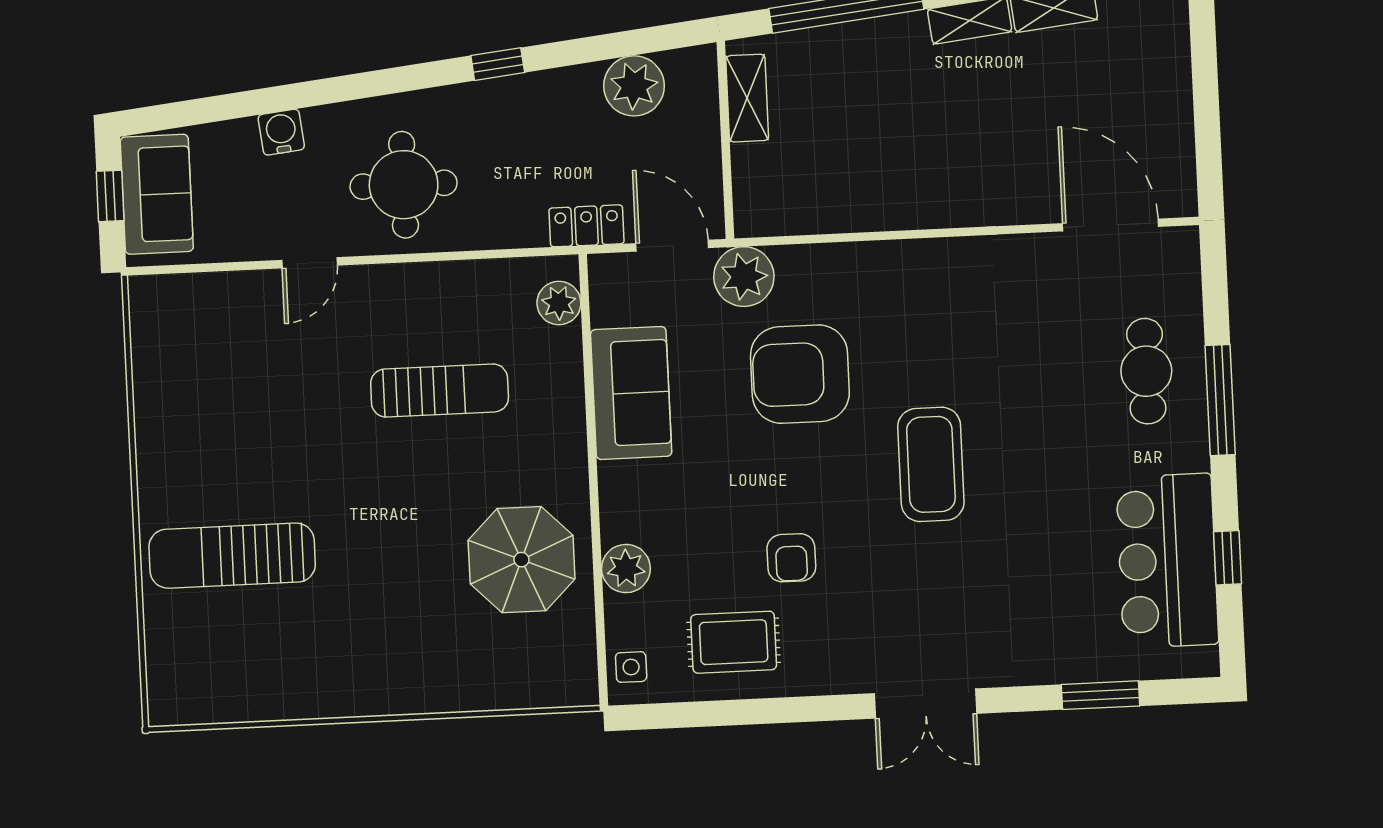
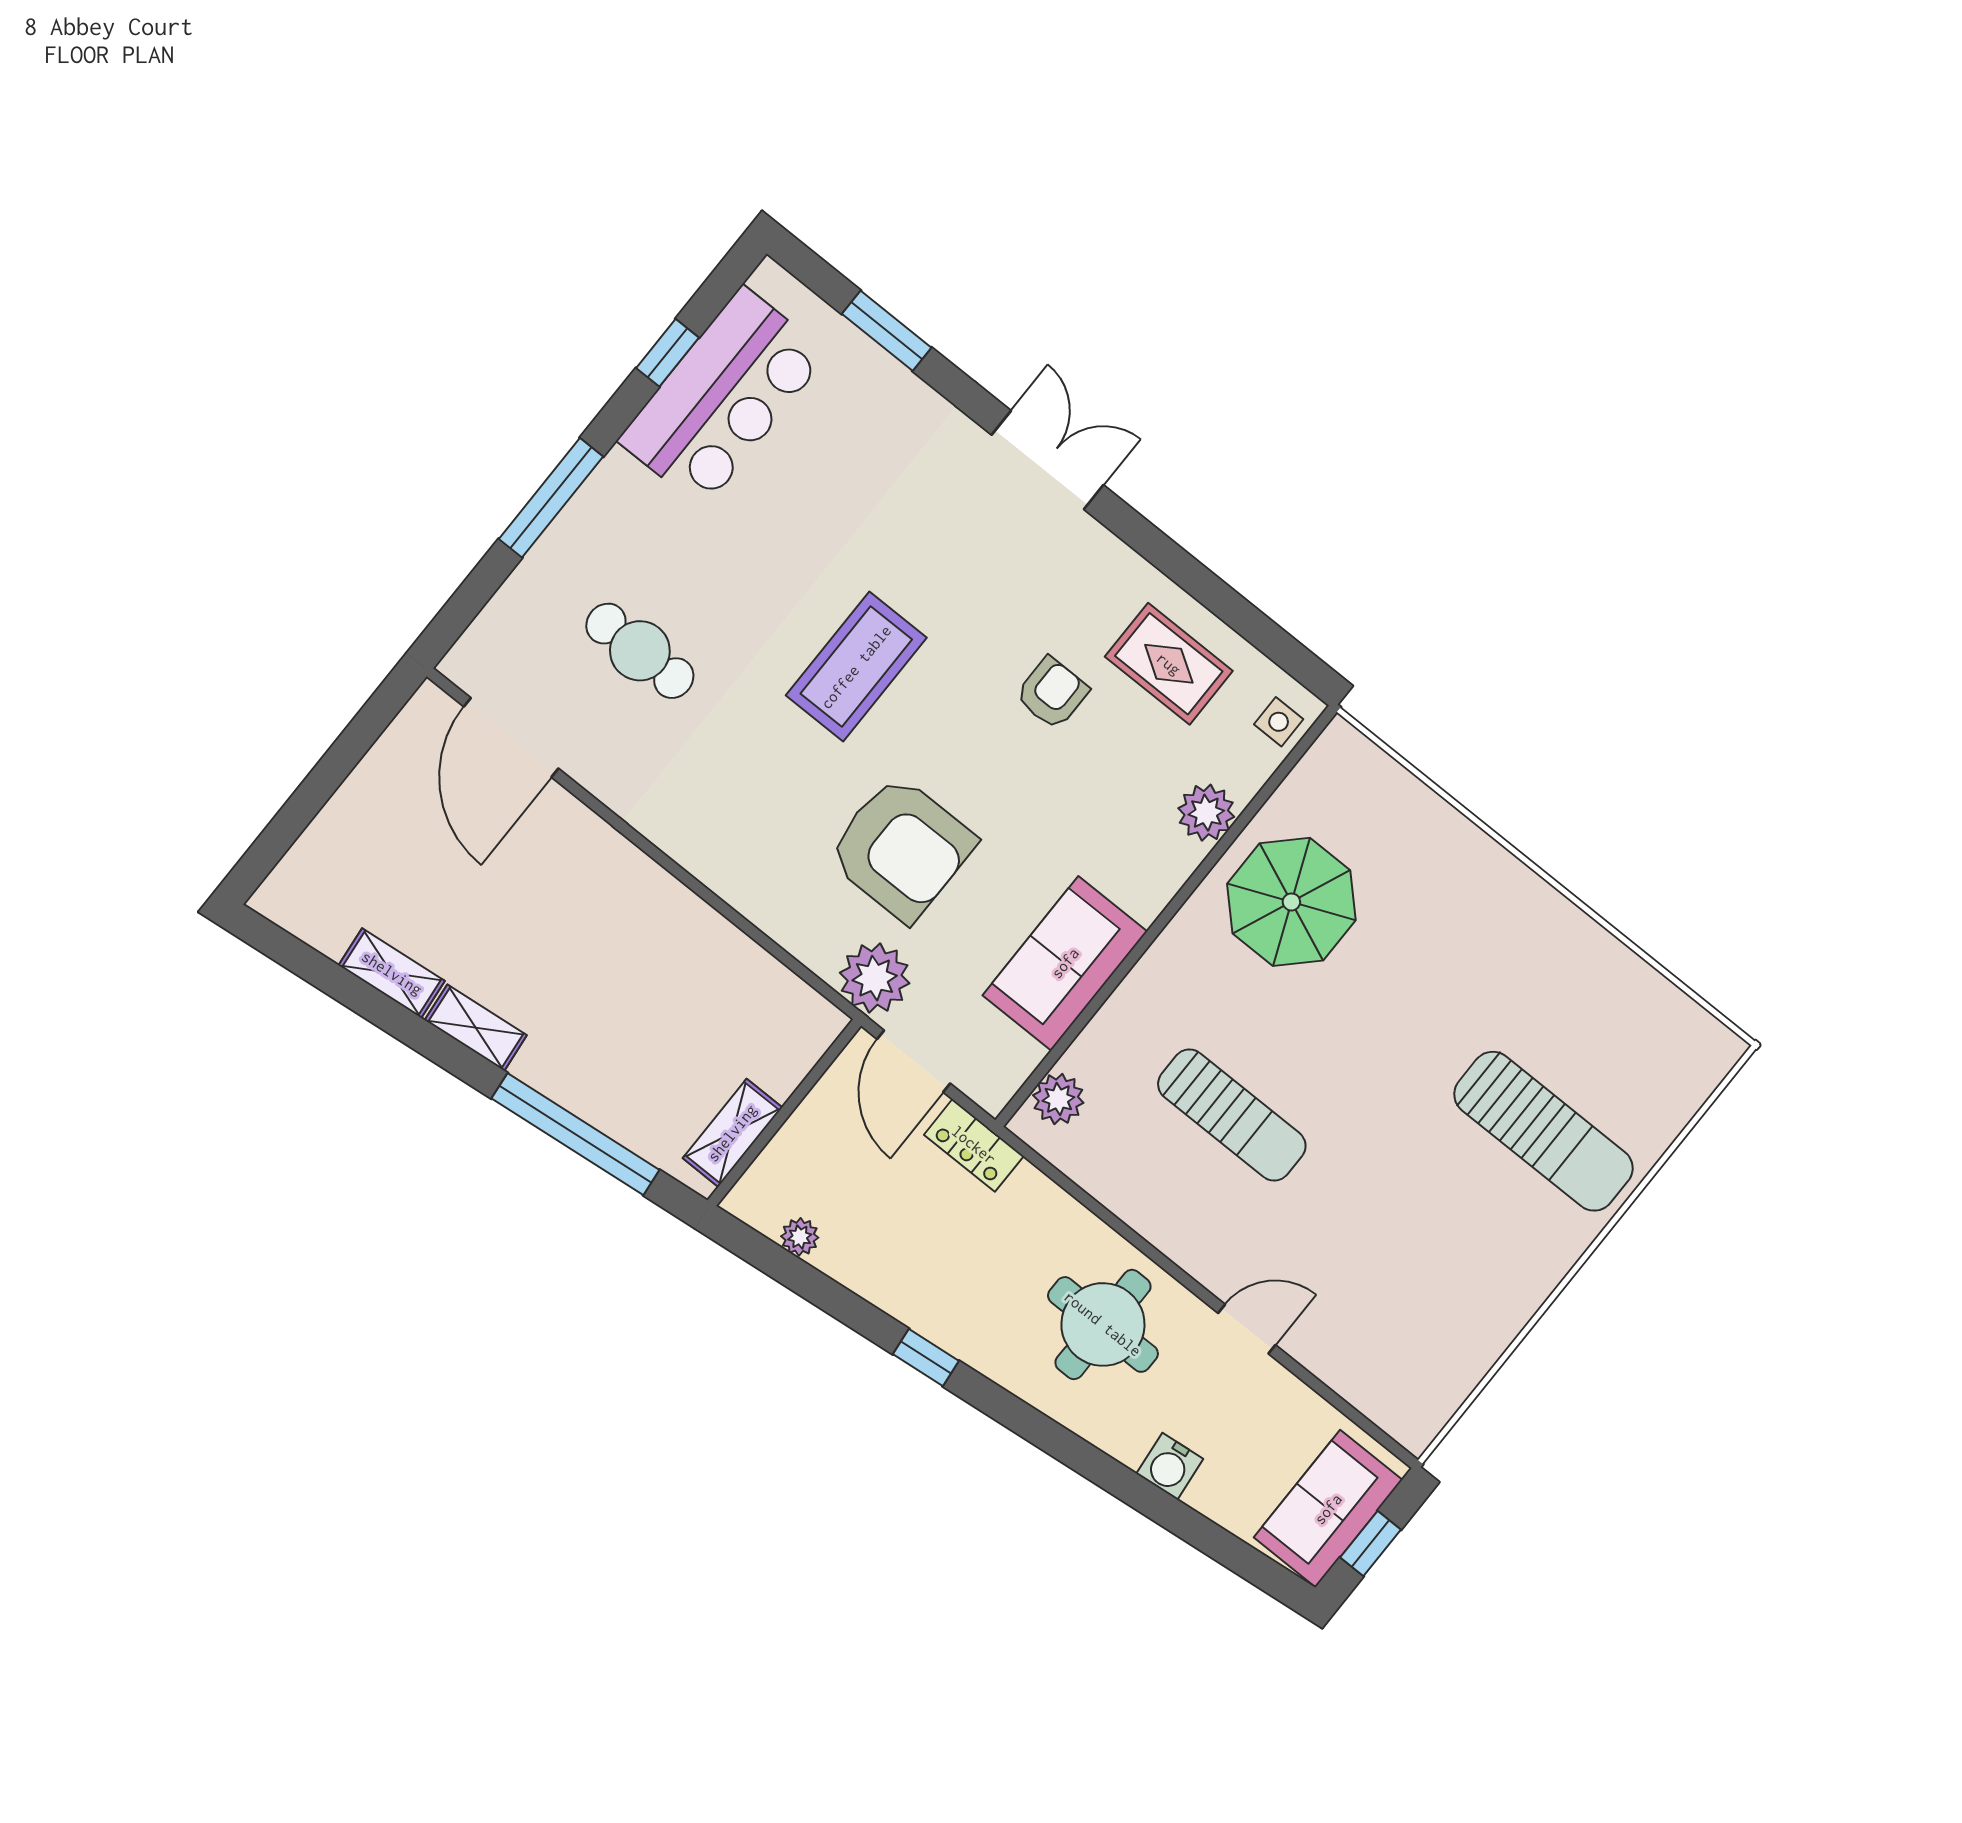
plant: (634, 86) -> (800, 1237), width x0.53, depth x0.53
cafe table: (1146, 371) -> (640, 651), moved, turned 90
sun lounger: (440, 390) -> (1232, 1115), turned 180

